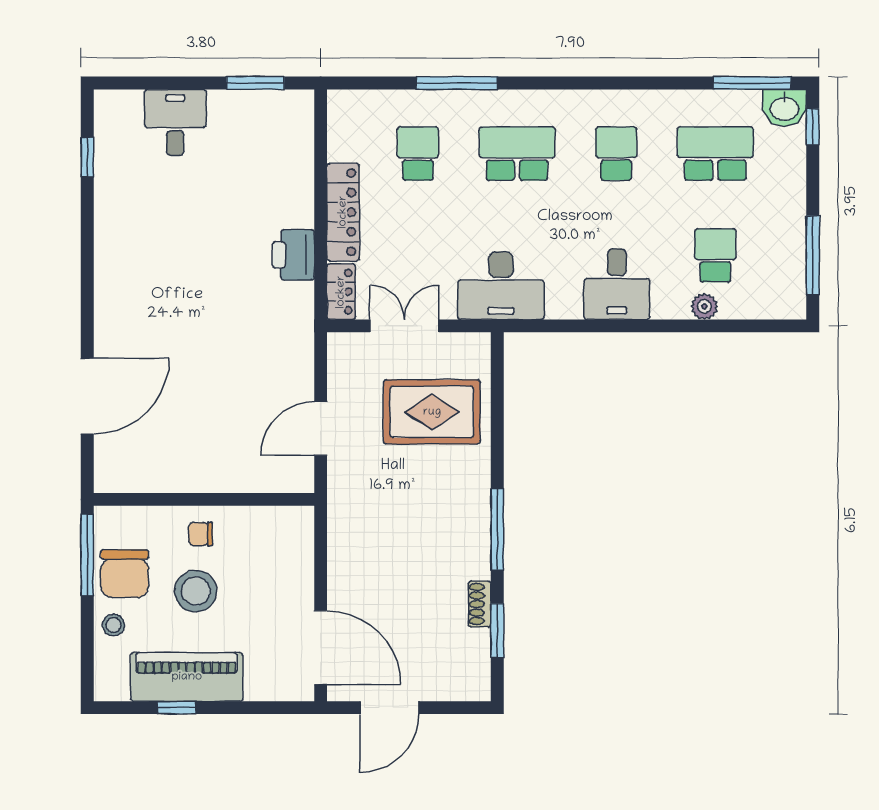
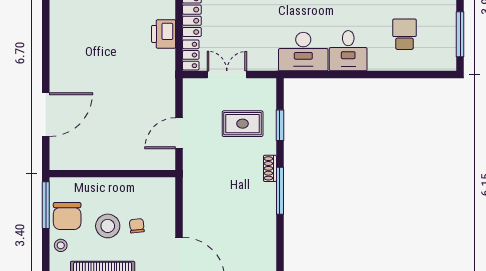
desk: (501, 286) -> (303, 52), moved
plant: (704, 306) -> (398, 63), removed
rug: (432, 412) -> (243, 124), width x0.73, depth x0.70
chair: (200, 534) -> (137, 226), moved, turned 84
shoe rack: (480, 604) -> (270, 168), moved
window: (497, 630) -> (280, 125), moved

